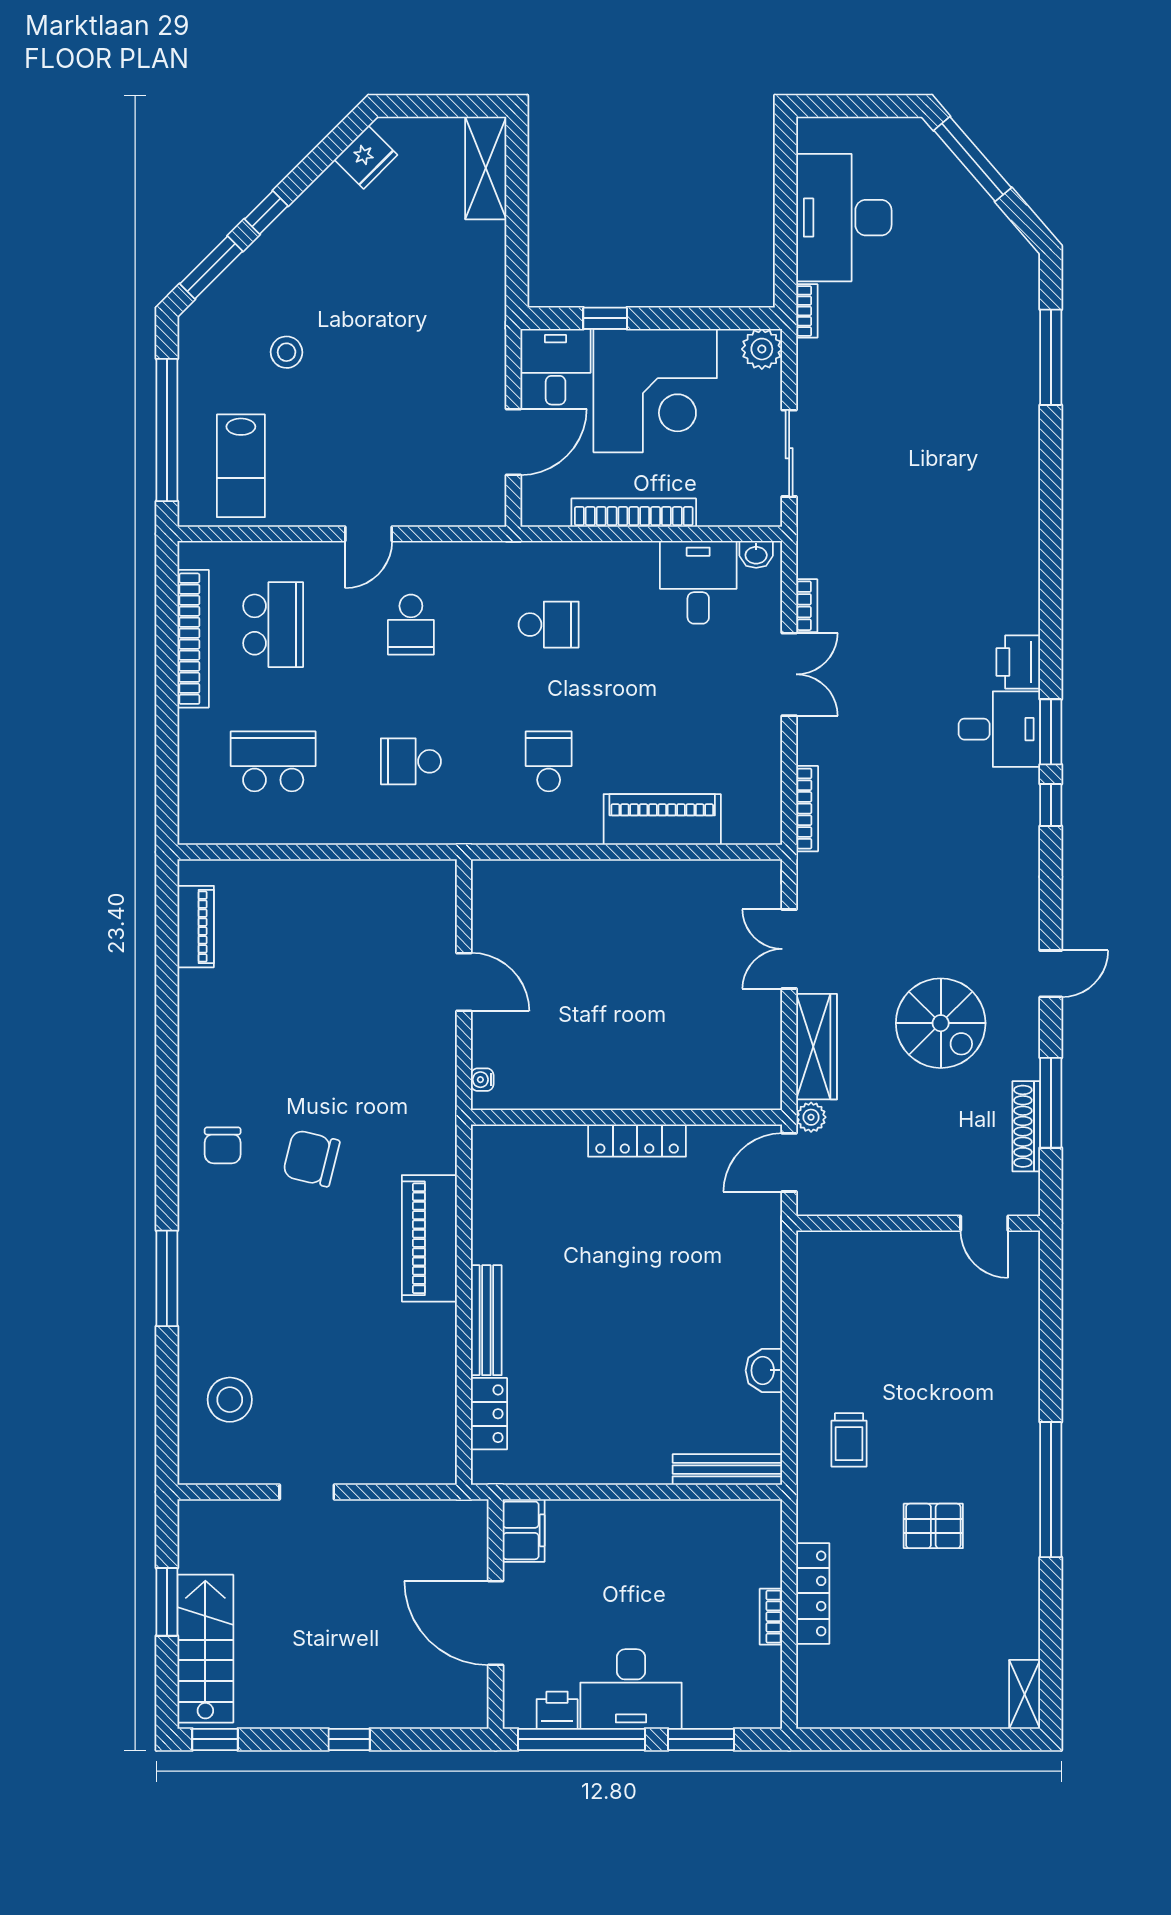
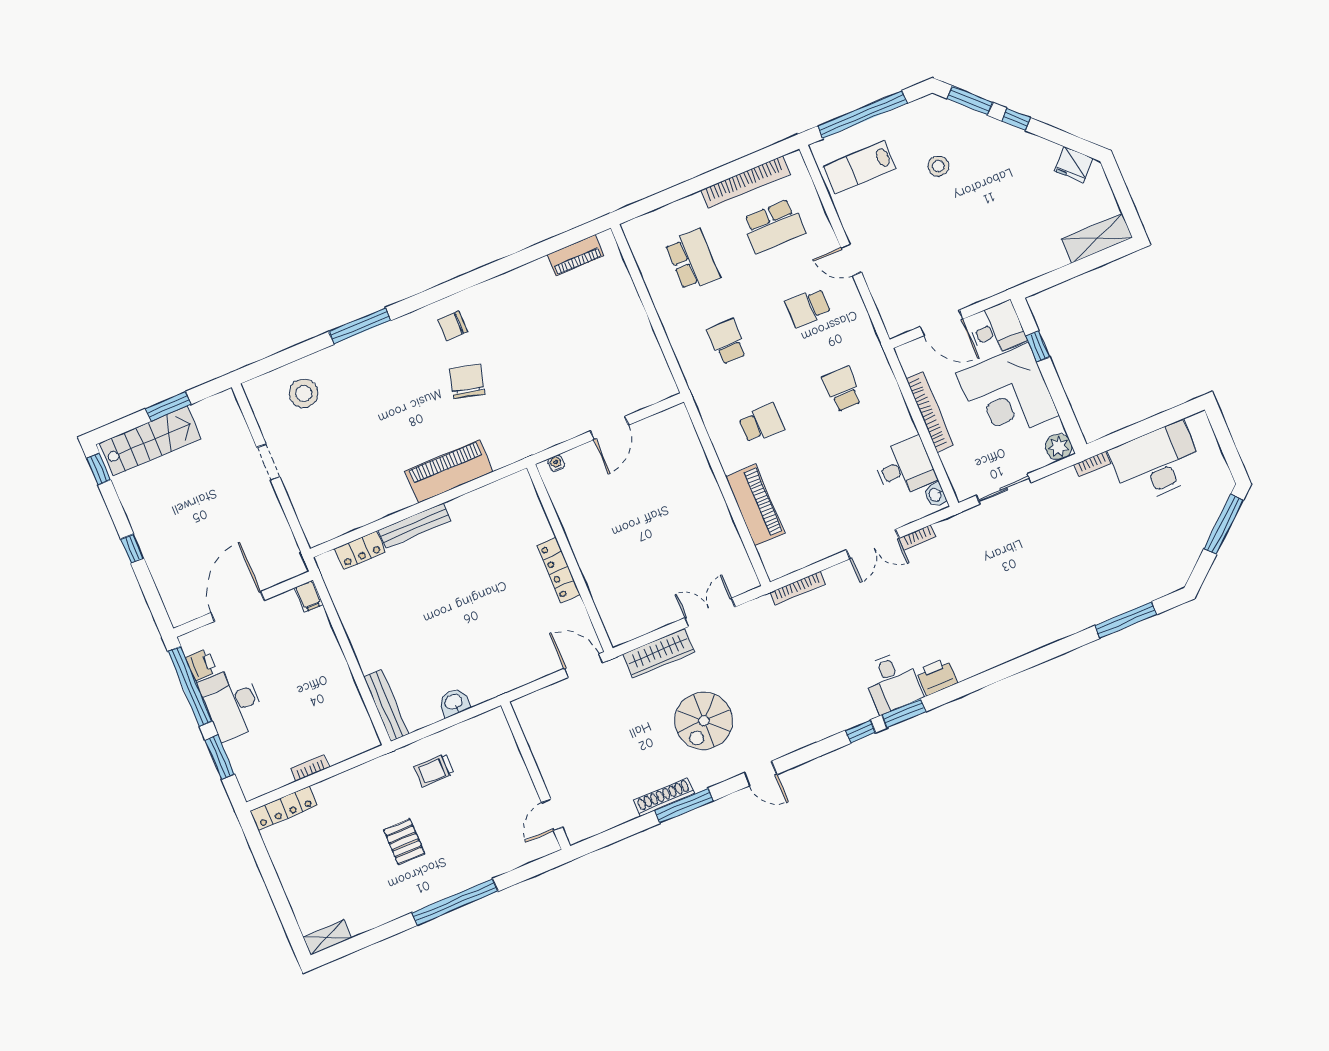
school desk: (549, 625) -> (842, 389), turned 180
plant: (811, 1117) -> (616, 667), removed
wall: (918, 1223) -> (536, 776), moved
door: (984, 1223) -> (552, 815), moved
filing cabinet: (524, 1530) -> (309, 596), width x0.50
locker: (813, 1593) -> (284, 808), moved

